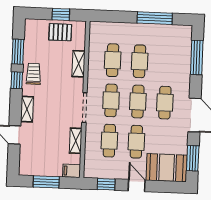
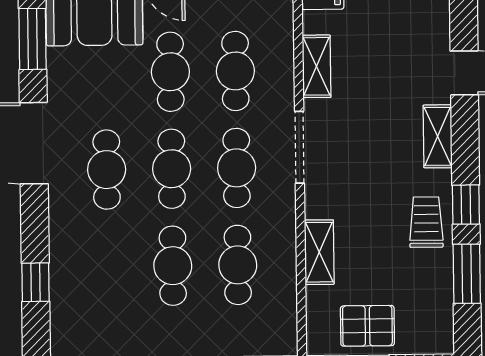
window: (197, 57) -> (35, 282), width x0.46
trolley: (34, 74) -> (426, 222), turned 180

